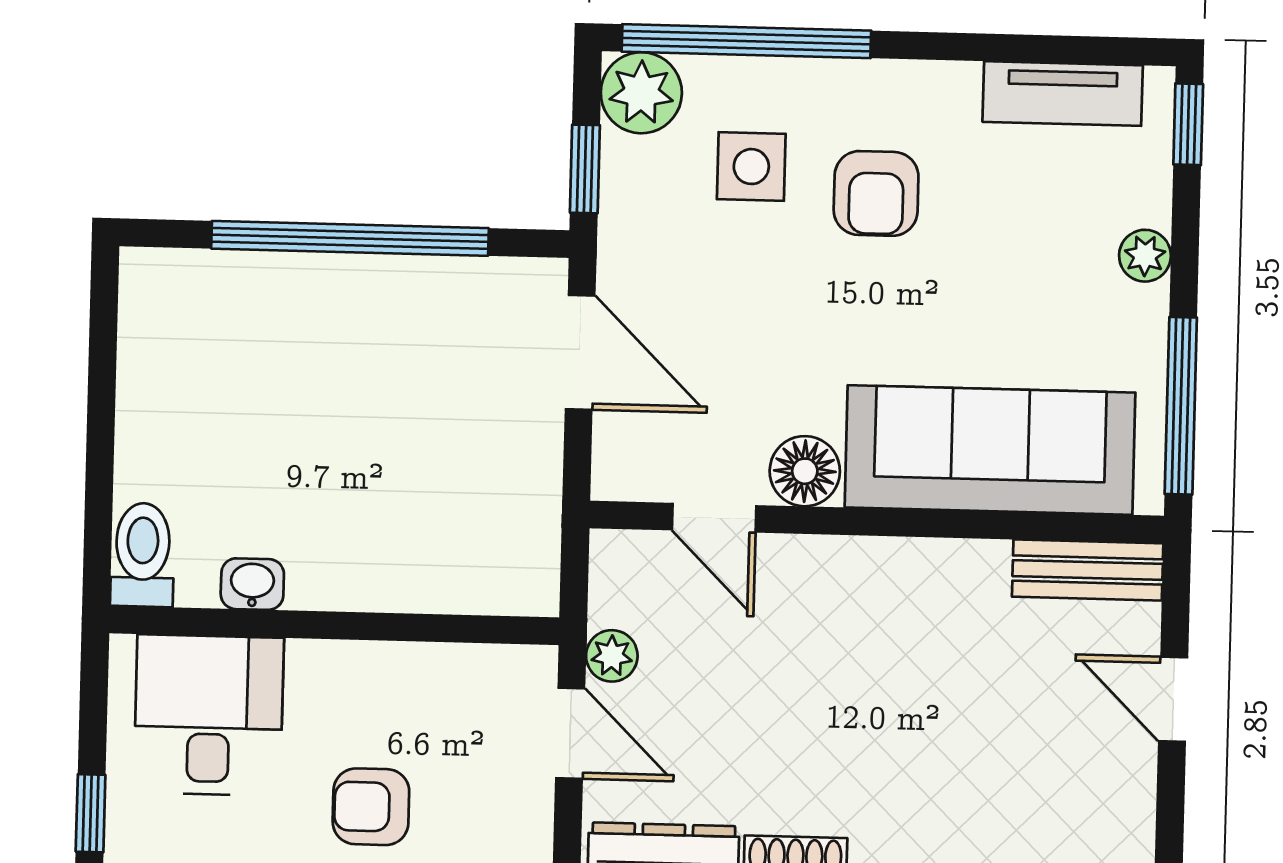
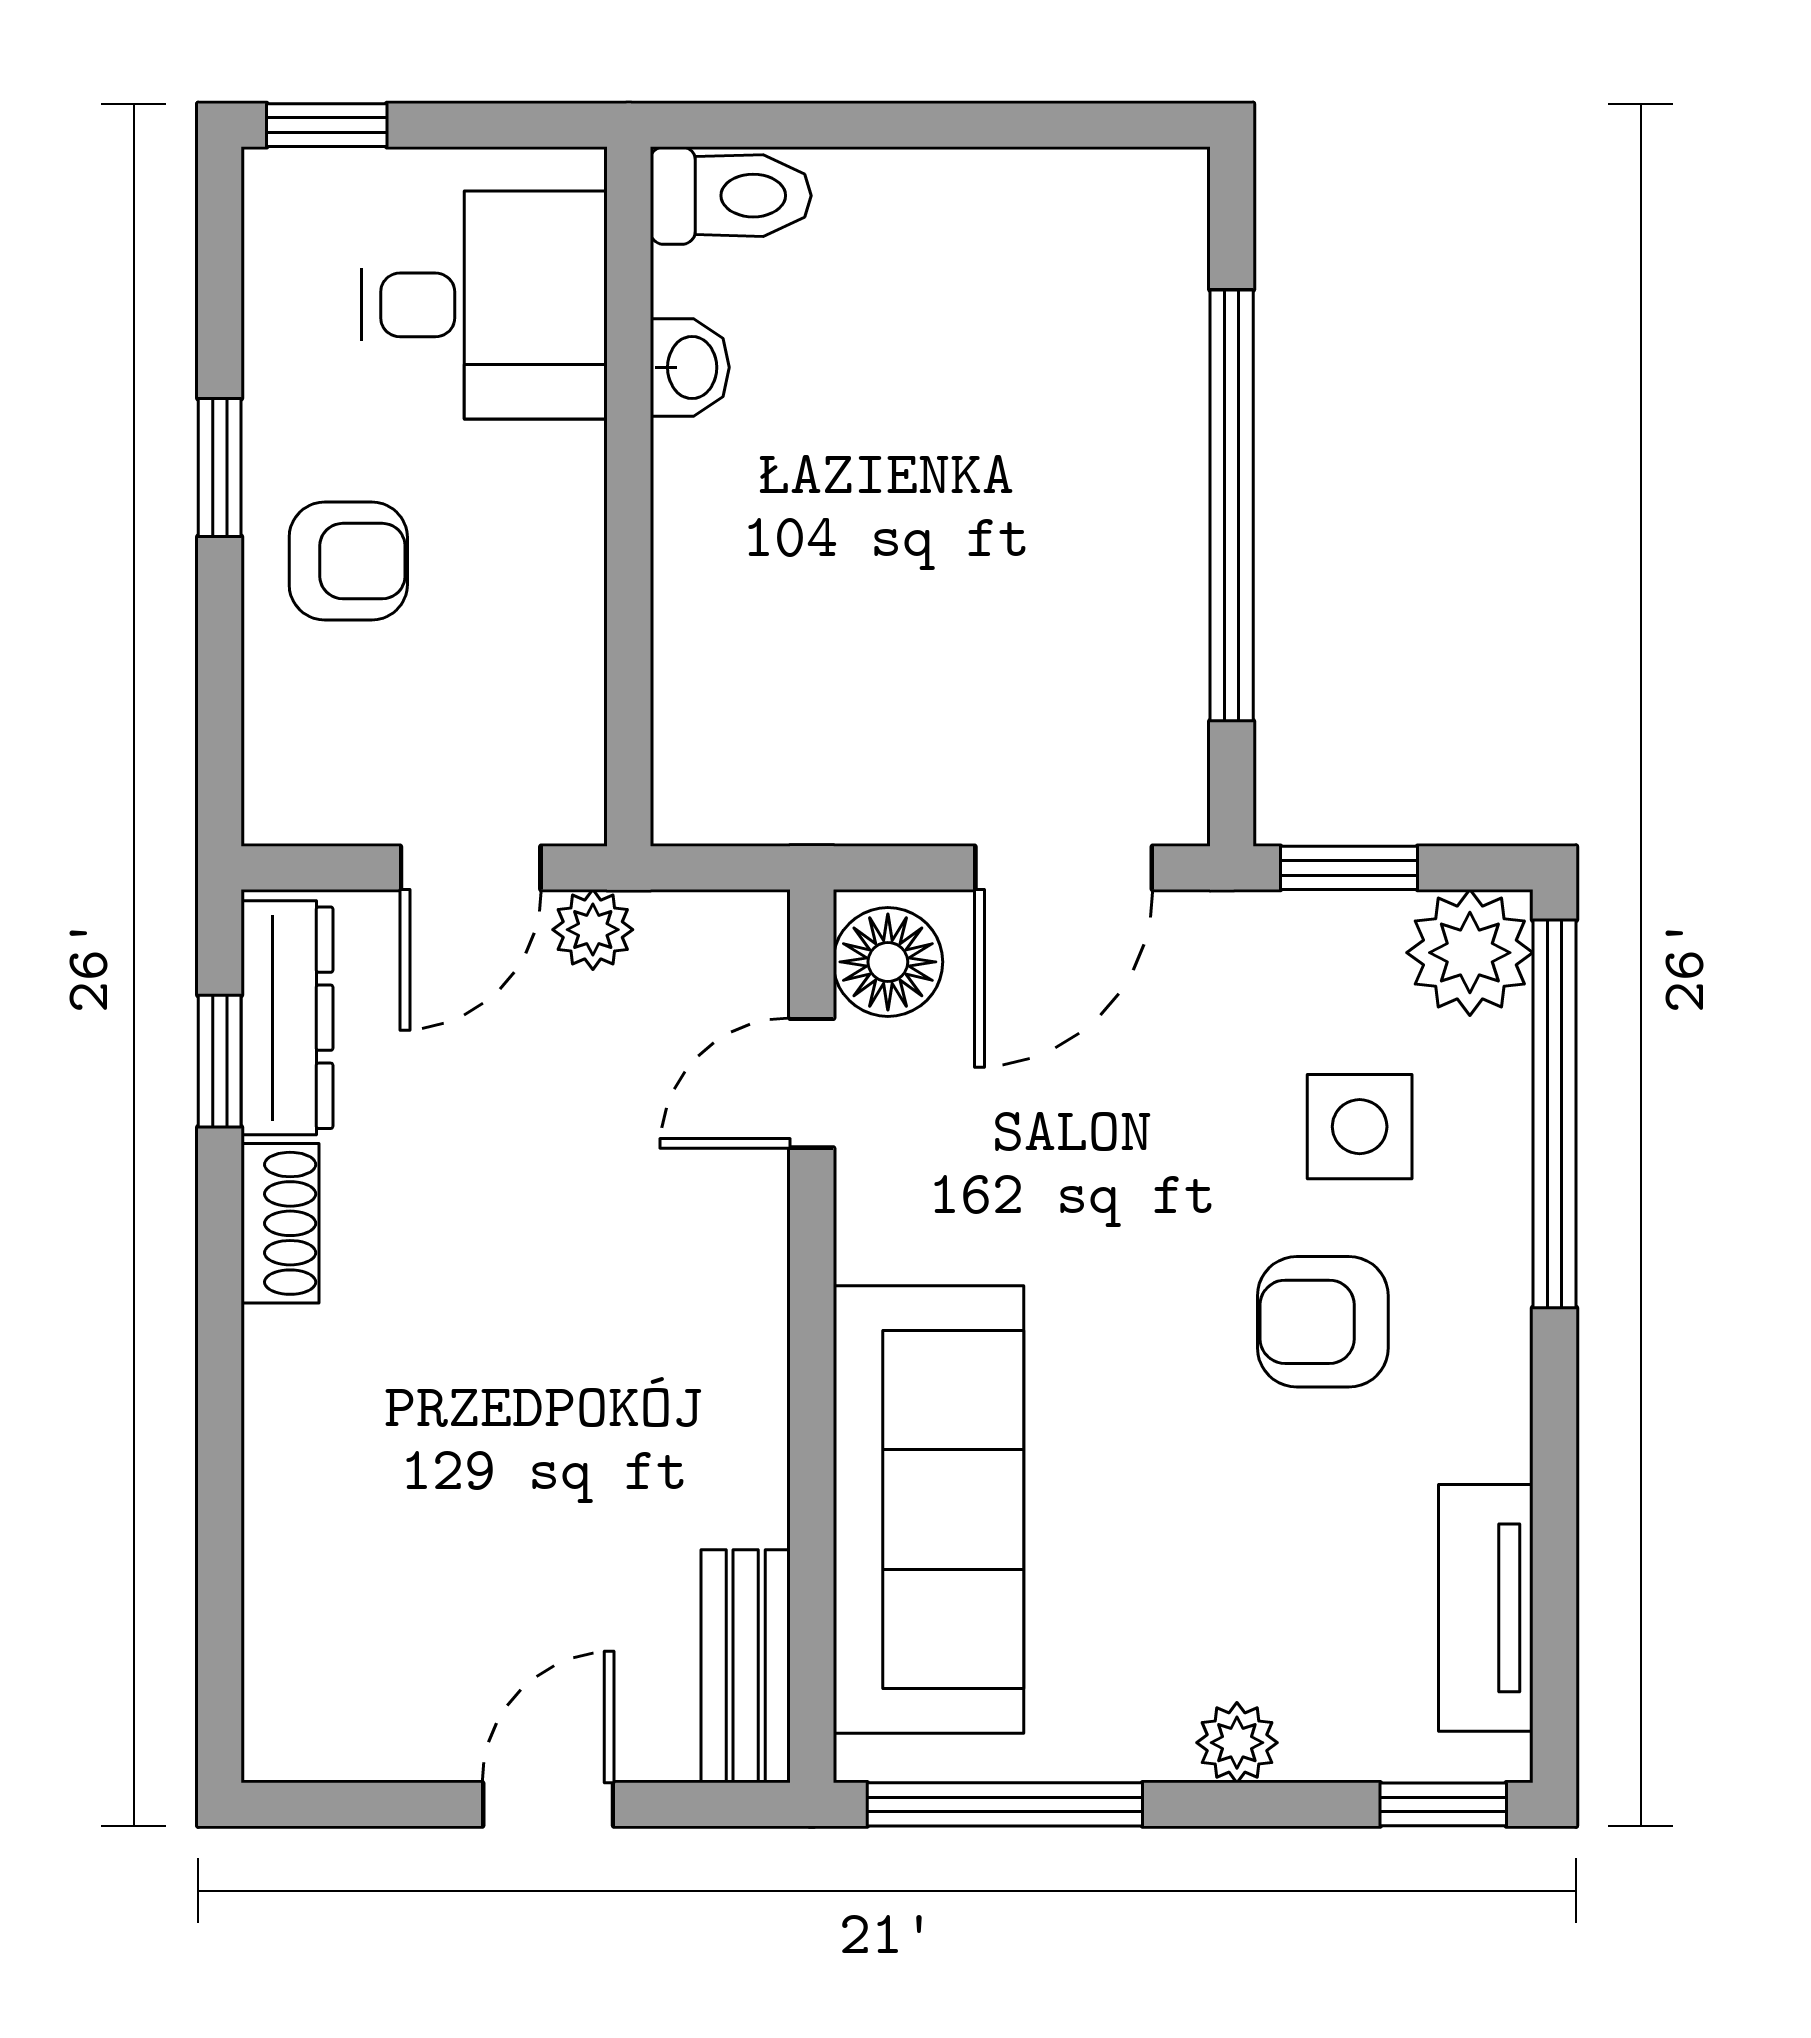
floor lamp: (805, 471) -> (888, 962), moved
armchair: (371, 807) -> (348, 561), turned 90

